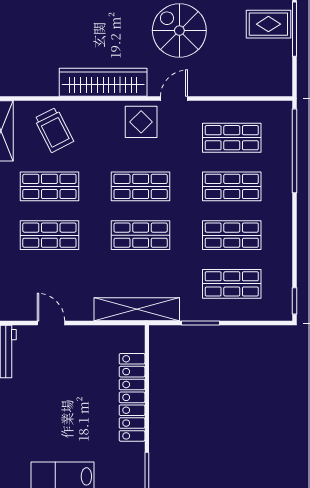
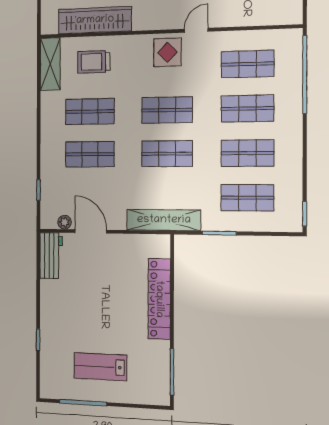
wardrobe: (103, 82) -> (95, 20), moved
trolley: (54, 130) -> (94, 62), turned 117
plant: (19, 313) -> (65, 222), added
door: (51, 323) -> (91, 231), width x1.38

